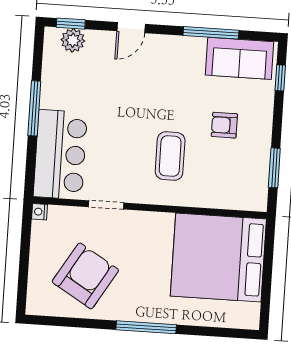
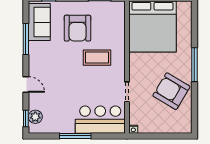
armchair: (224, 125) -> (77, 28), width x1.88, depth x1.88
armchair: (85, 276) -> (171, 91), moved

